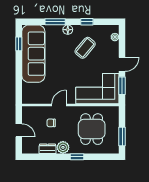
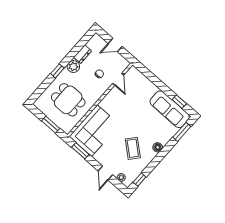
window: (55, 22) -> (182, 132), moved
window: (87, 22) -> (140, 180), moved
sofa: (33, 54) -> (170, 109), width x0.74, depth x0.79
door: (122, 64) -> (105, 173), moved
door: (59, 105) -> (118, 79), moved
window: (122, 137) -> (51, 125), moved

